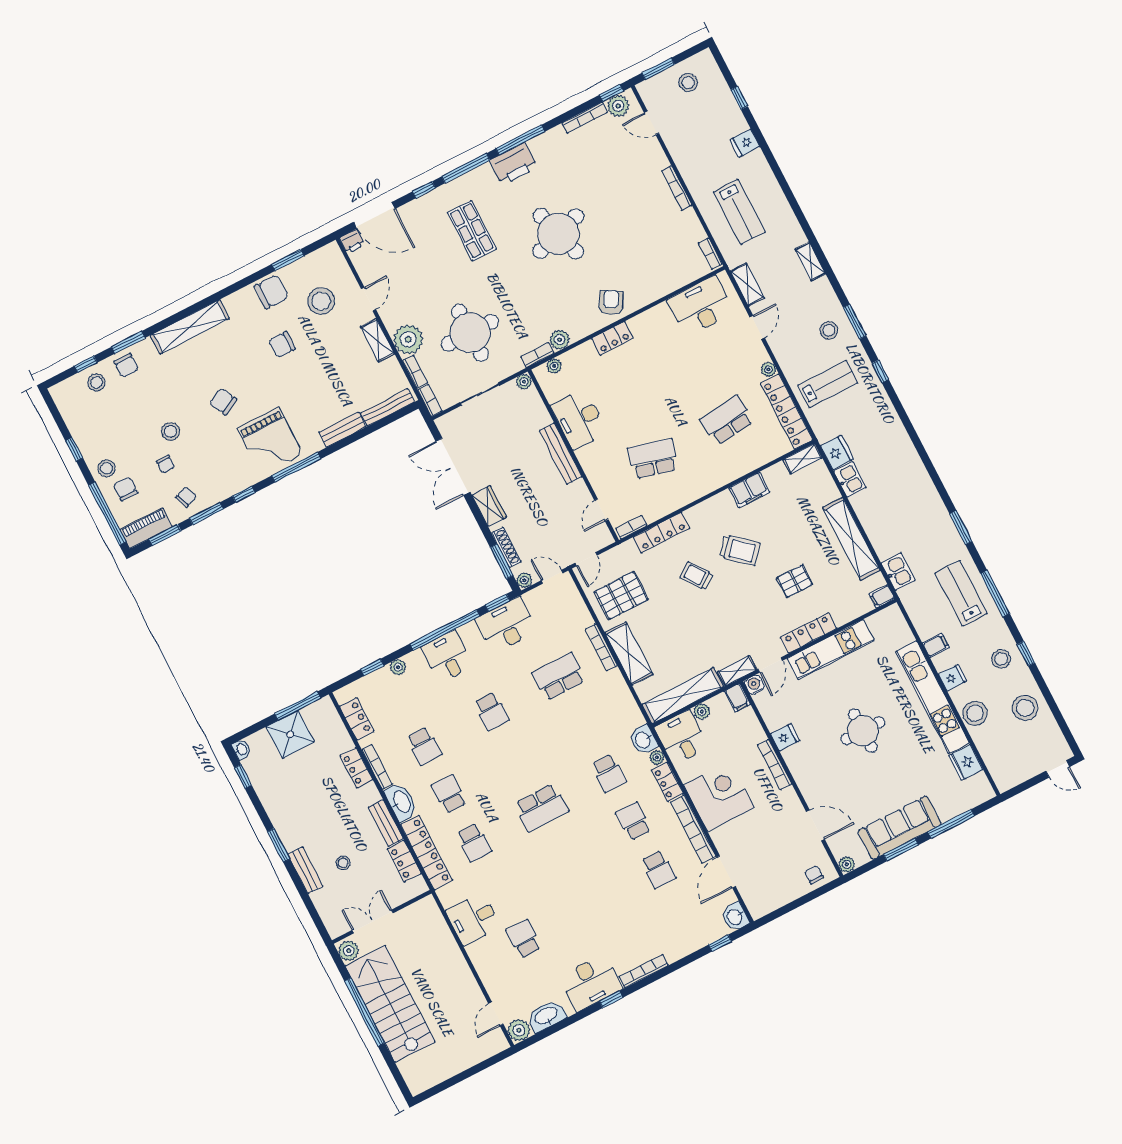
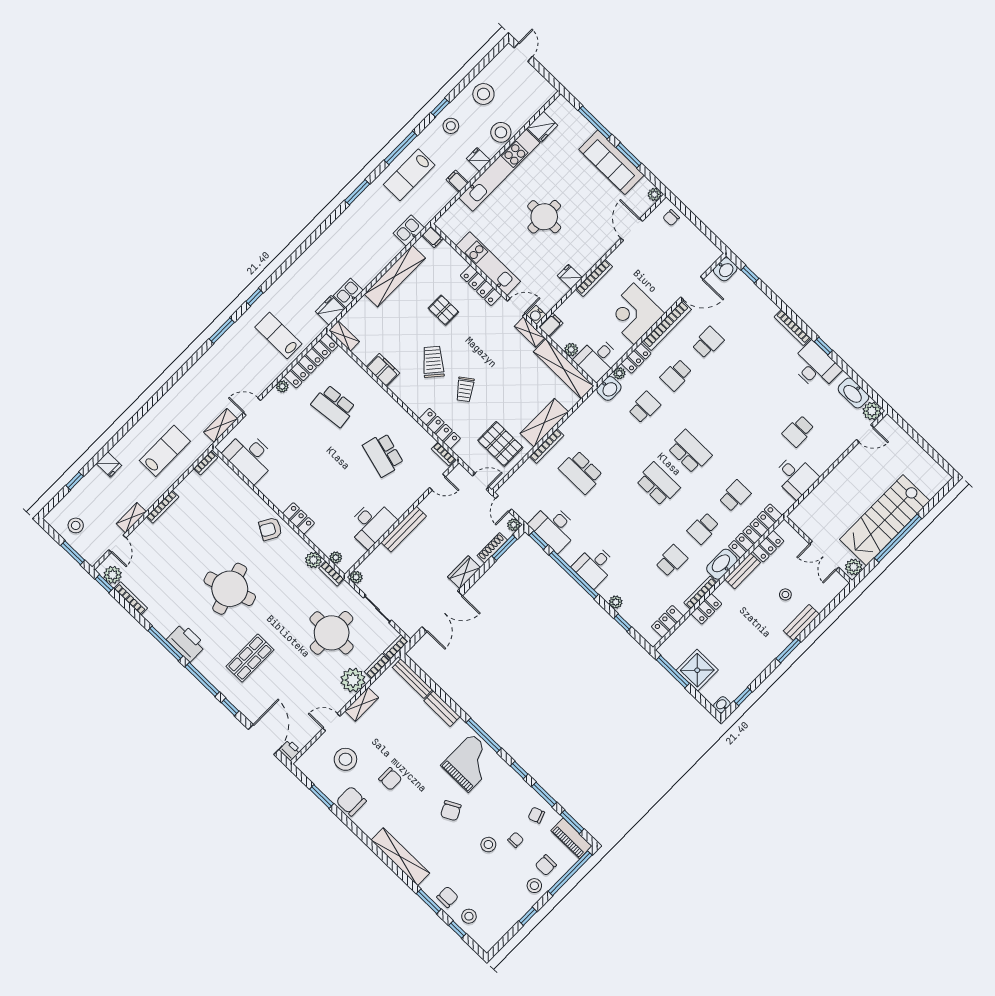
shelving: (810, 262) -> (131, 518), moved
stool: (829, 330) -> (235, 349), removed
school desk: (492, 711) -> (658, 484), moved, width x1.85

